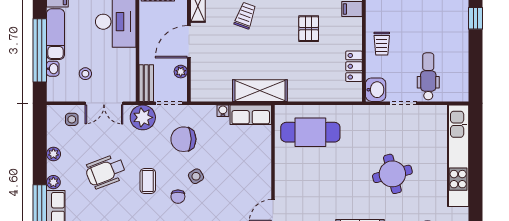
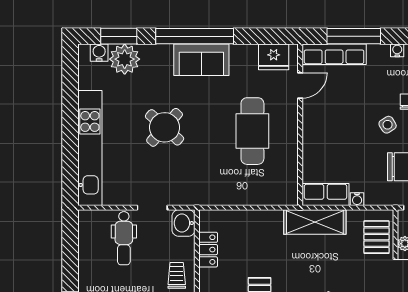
pallet: (206, 77) -> (377, 237), added
cafe table: (310, 132) -> (252, 131), moved, turned 90
round table: (392, 174) -> (165, 127), turned -34

